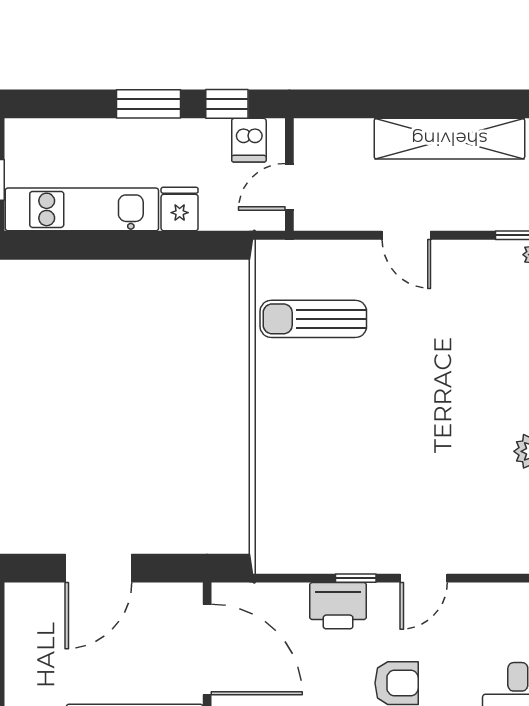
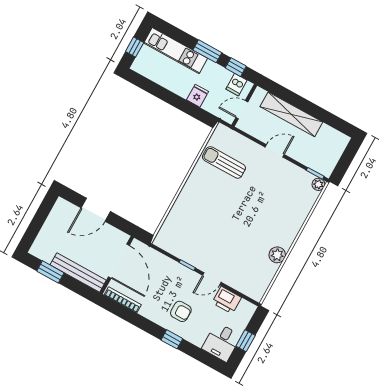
shelving: (449, 139) -> (291, 114), moved
kitchen unit: (82, 209) -> (176, 51), moved, turned 180
door: (406, 235) -> (275, 151), swing flipped
printer: (338, 606) -> (227, 300), moved

